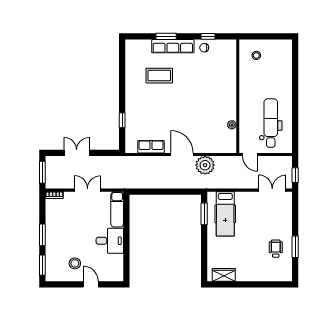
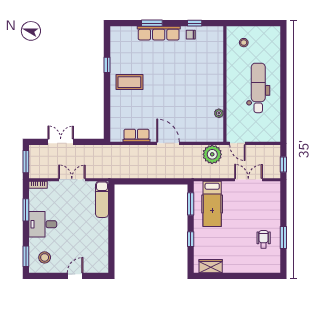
coffee table: (159, 76) -> (129, 82), moved
window: (122, 120) -> (107, 65), moved
dental chair: (271, 123) -> (258, 88), moved
plant: (205, 165) -> (212, 154), moved
double door: (272, 190) -> (248, 180), moved
window: (42, 235) -> (26, 210), moved
desk: (110, 241) -> (43, 224), moved, turned 180
window: (204, 248) -> (191, 239), added
stool: (75, 263) -> (45, 257), moved
door: (91, 284) -> (75, 276), hinge flipped

